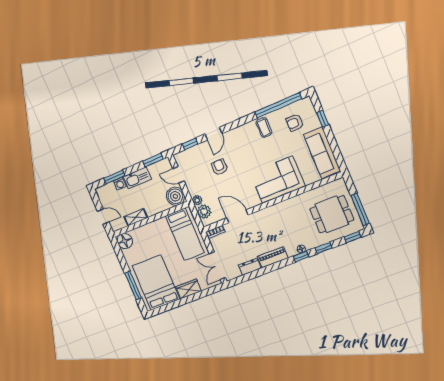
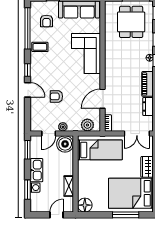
window: (190, 144) -> (28, 70), moved
plant: (197, 200) -> (63, 127), moved

